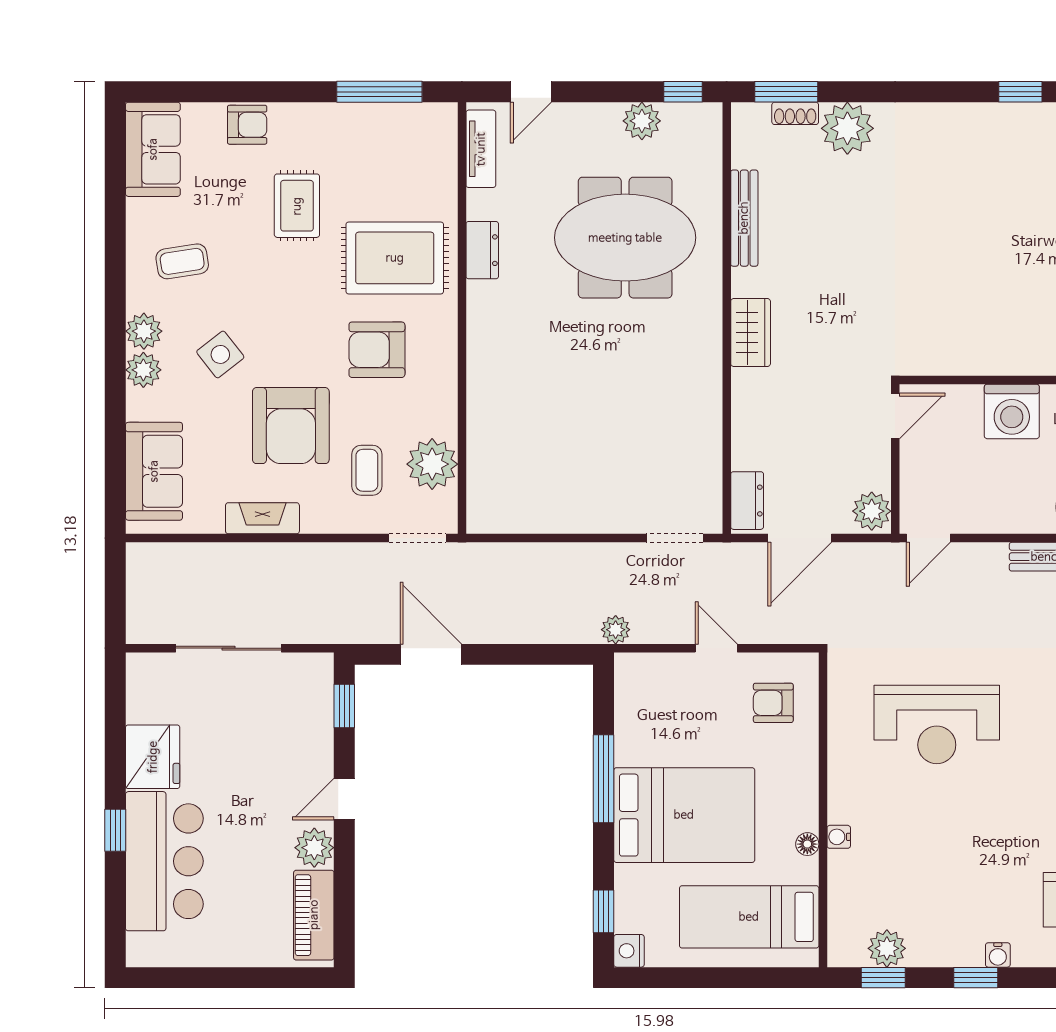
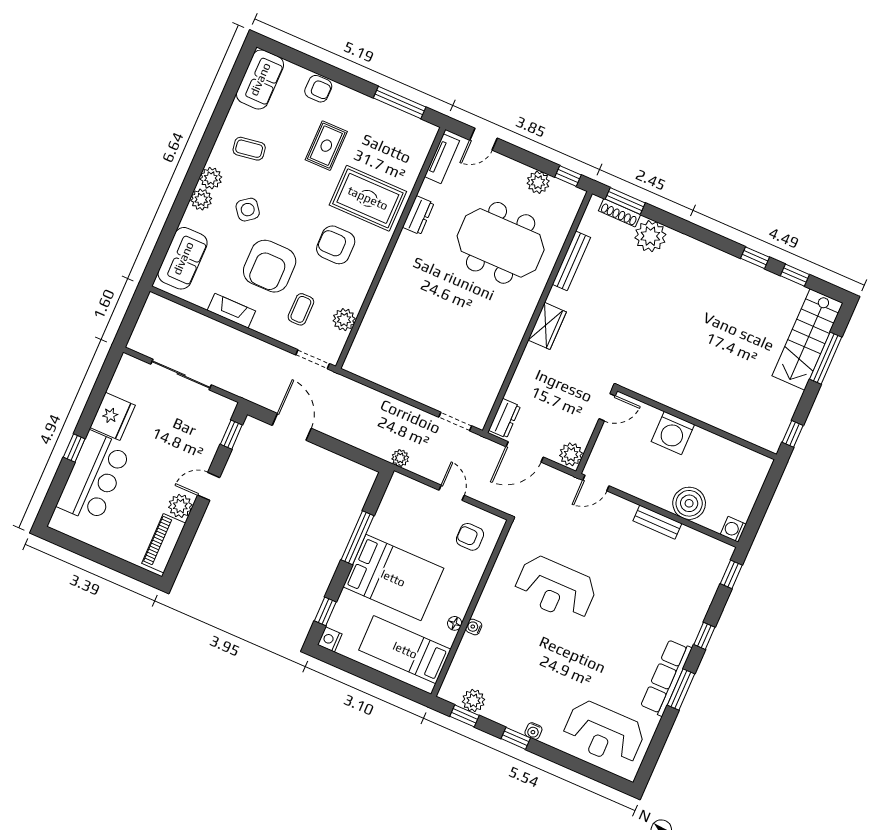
shoe rack: (795, 113) -> (619, 213), width x1.43
plant: (432, 464) -> (344, 320), width x0.73, depth x0.73

